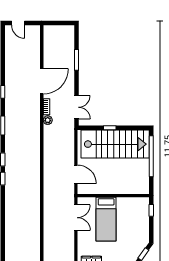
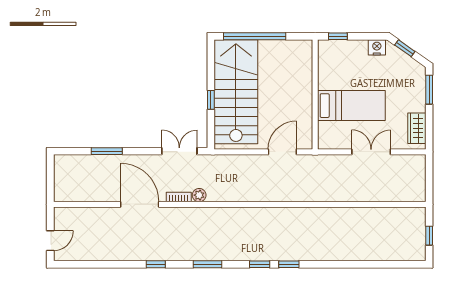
double door: (76, 218) -> (371, 152), moved
nightstand: (144, 236) -> (377, 47), added

